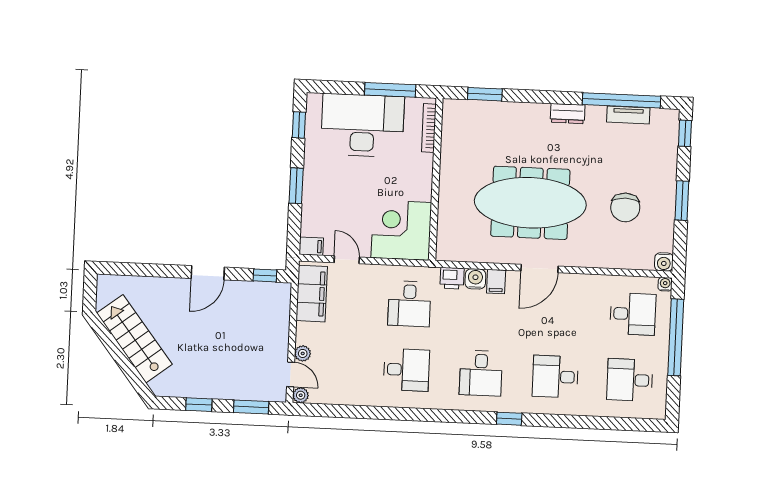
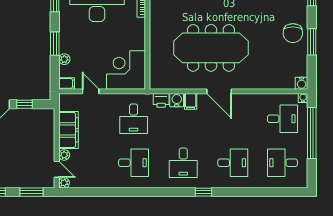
chair: (625, 207) -> (293, 33), moved
plant: (309, 210) -> (64, 59), added
door: (540, 269) -> (219, 91), hinge flipped
window: (265, 275) -> (25, 104), moved
filing cabinet: (312, 294) -> (68, 130), moved
desk: (555, 377) -> (233, 163), turned 180

